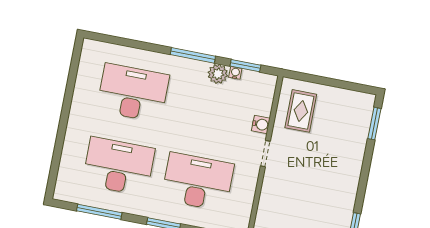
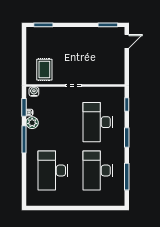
rug: (301, 111) -> (44, 70), turned 90
water cooler: (261, 124) -> (34, 92), moved

